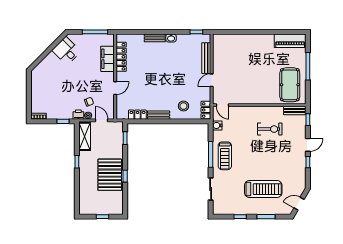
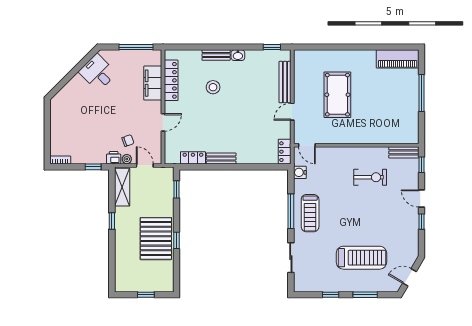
pool table: (290, 85) -> (337, 95), moved
stool: (183, 106) -> (213, 87), moved
door: (308, 145) -> (421, 198), swing flipped

